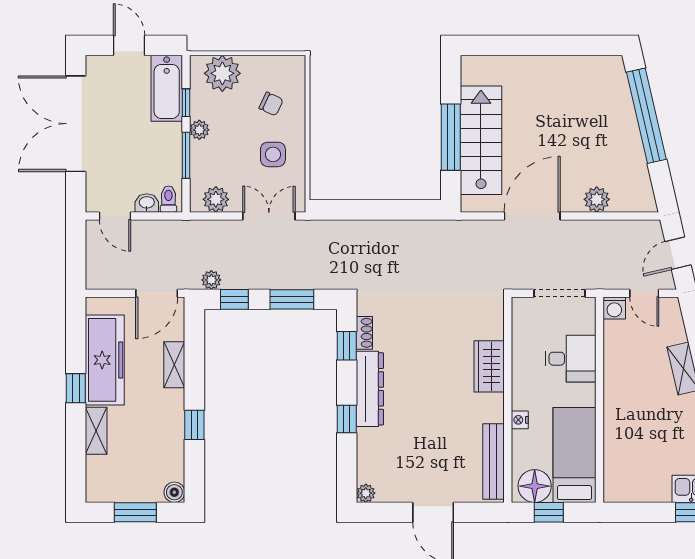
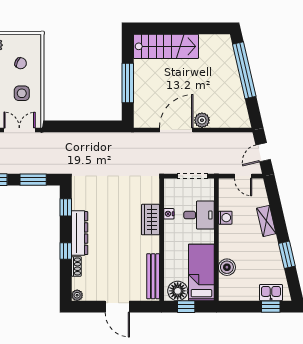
stairs: (481, 140) -> (166, 46), moved, turned 90
plant: (597, 199) -> (202, 120), moved
washing machine: (614, 308) -> (225, 218), moved, turned -90
shoe rack: (364, 333) -> (76, 266), moved
nightstand: (520, 420) -> (169, 214), moved
boiler: (617, 446) -> (227, 267), added

